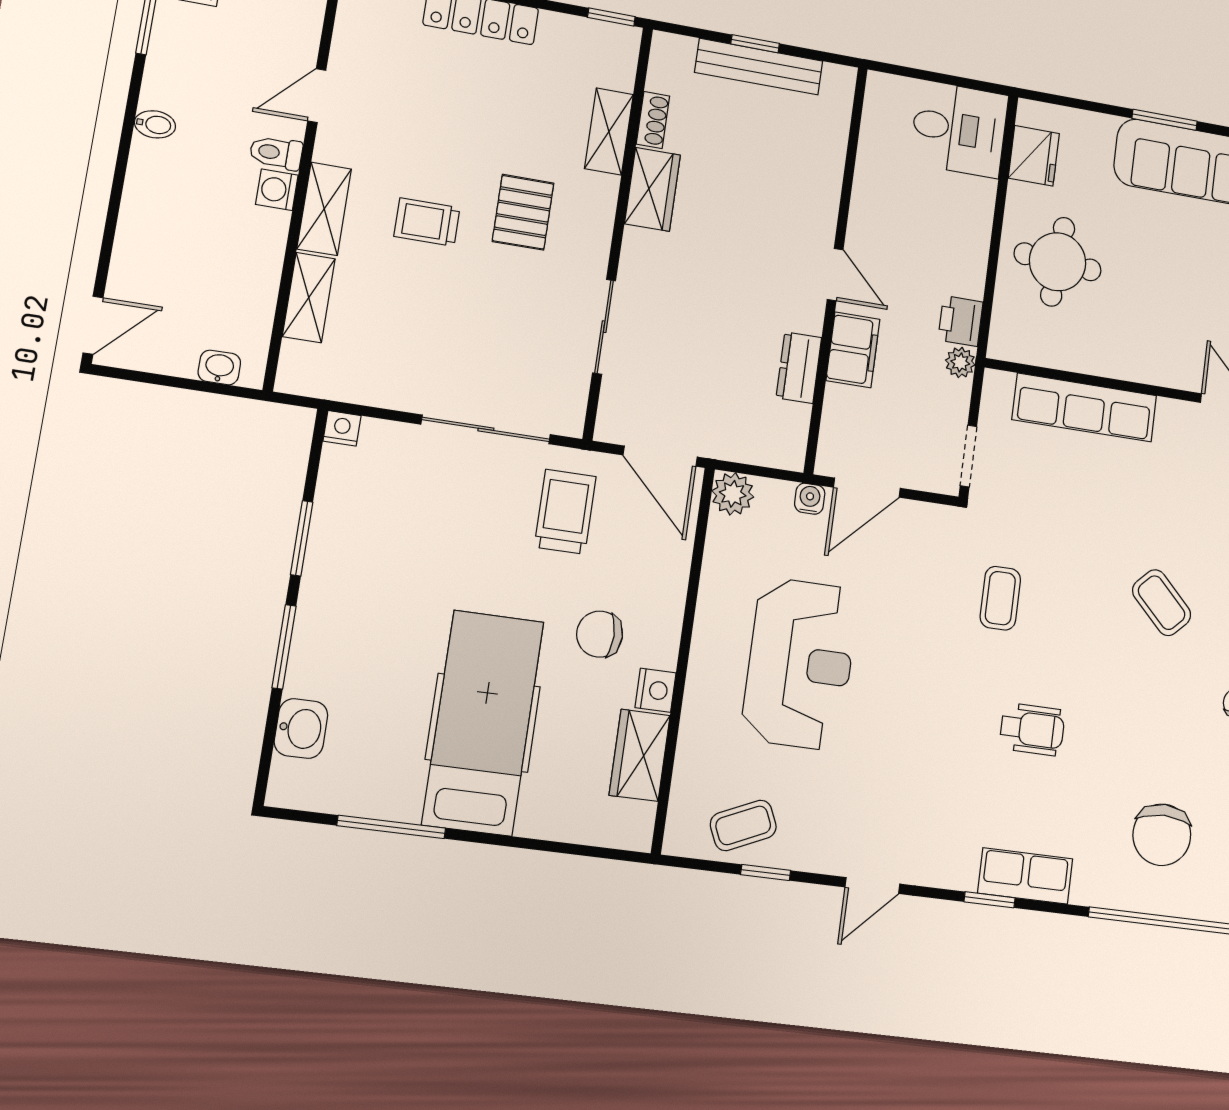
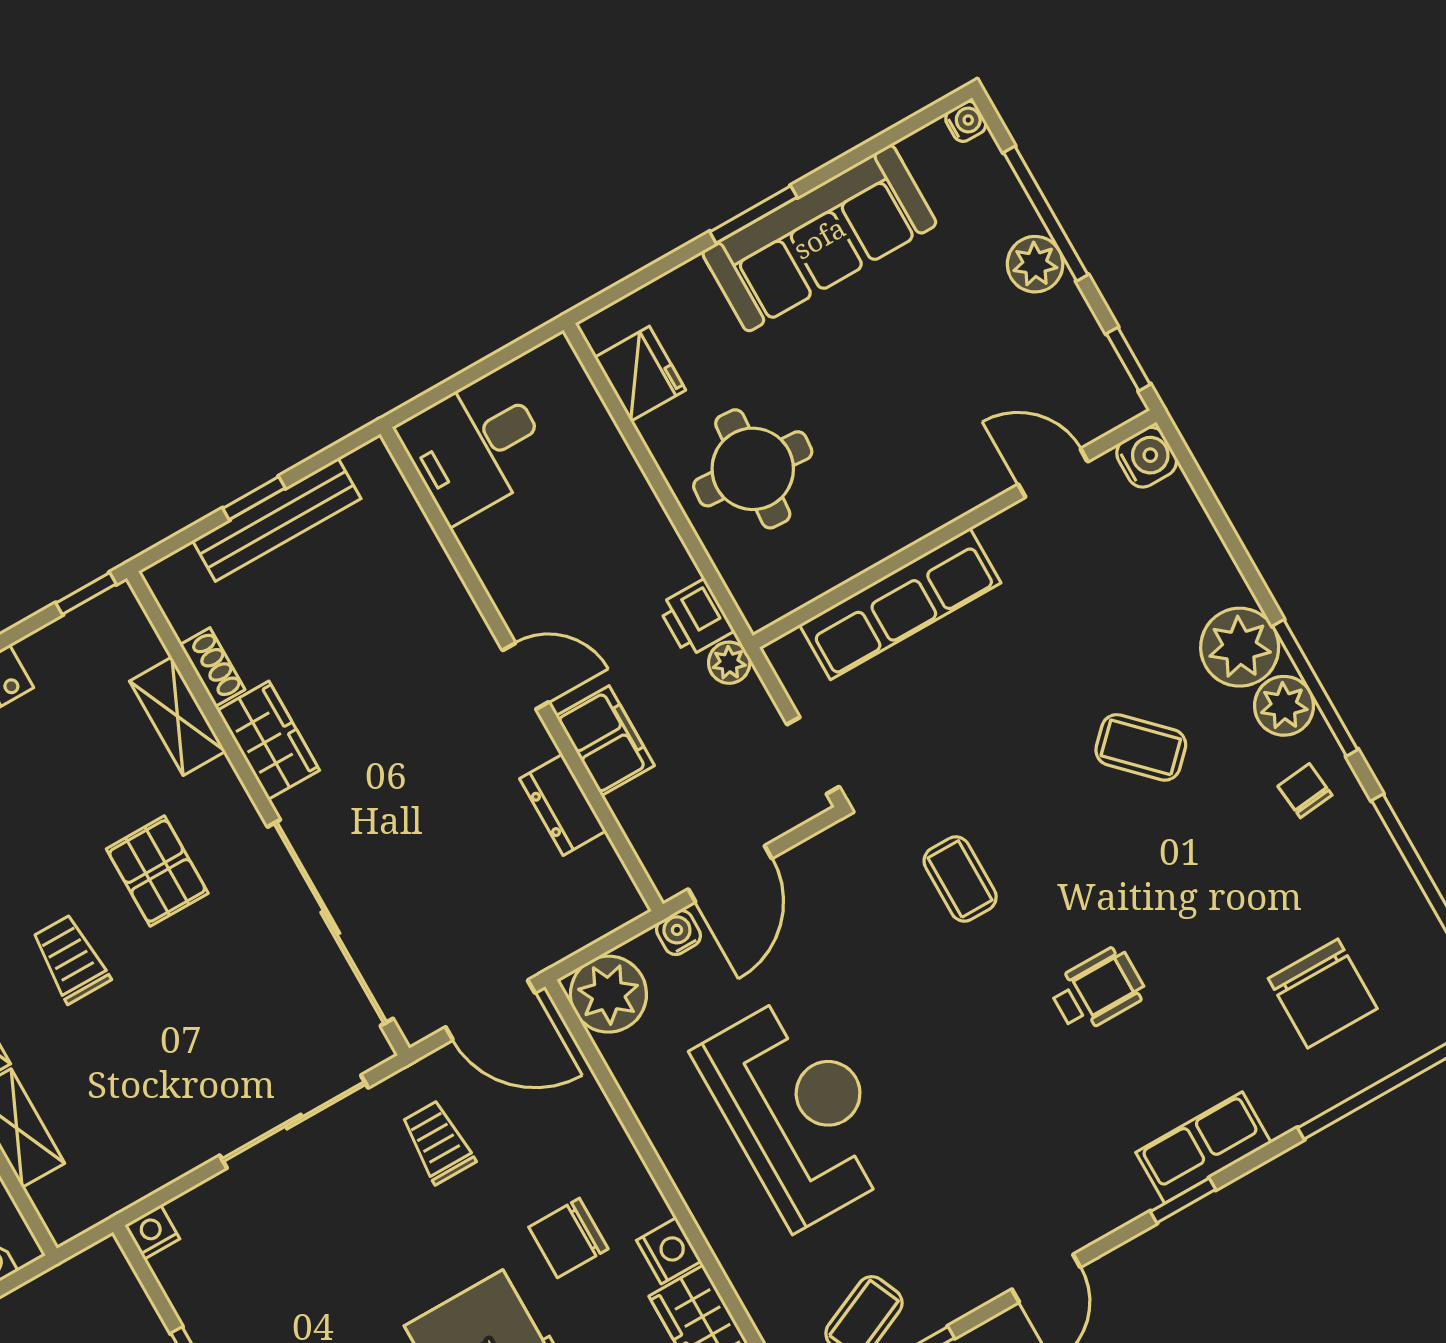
desk: (959, 129) -> (475, 447), moved, turned 180
trolley: (427, 222) -> (71, 959), turned 90
sliding door: (604, 327) -> (330, 923), width x1.86
plant: (733, 494) -> (608, 994), width x1.36, depth x1.36
trolley: (565, 512) -> (438, 1142), width x0.73, depth x0.72

